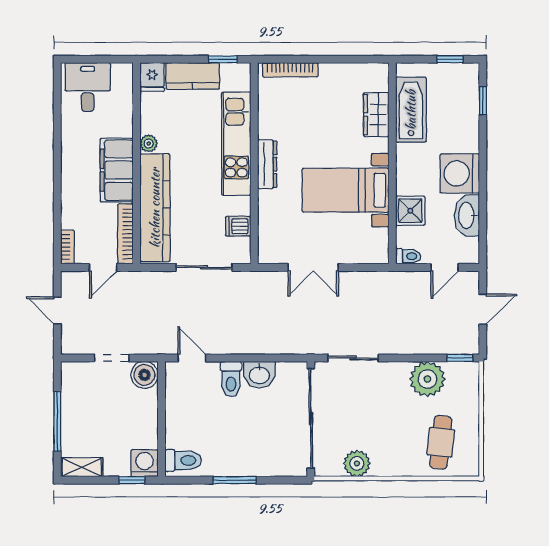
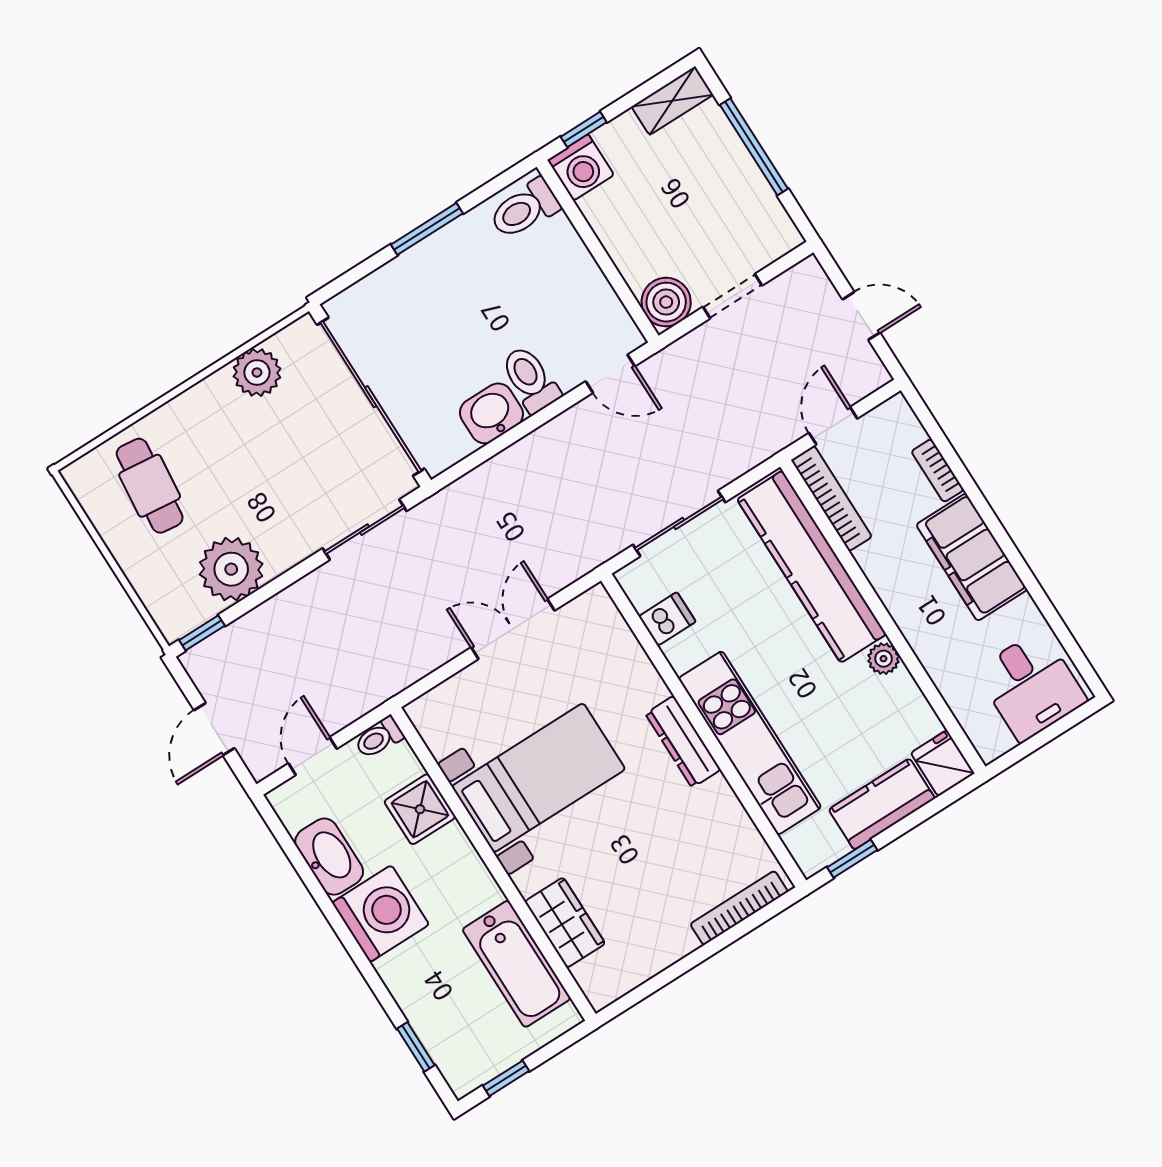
filing cabinet: (117, 170) -> (972, 557), moved, turned 180
bookcase: (67, 247) -> (938, 471), moved

